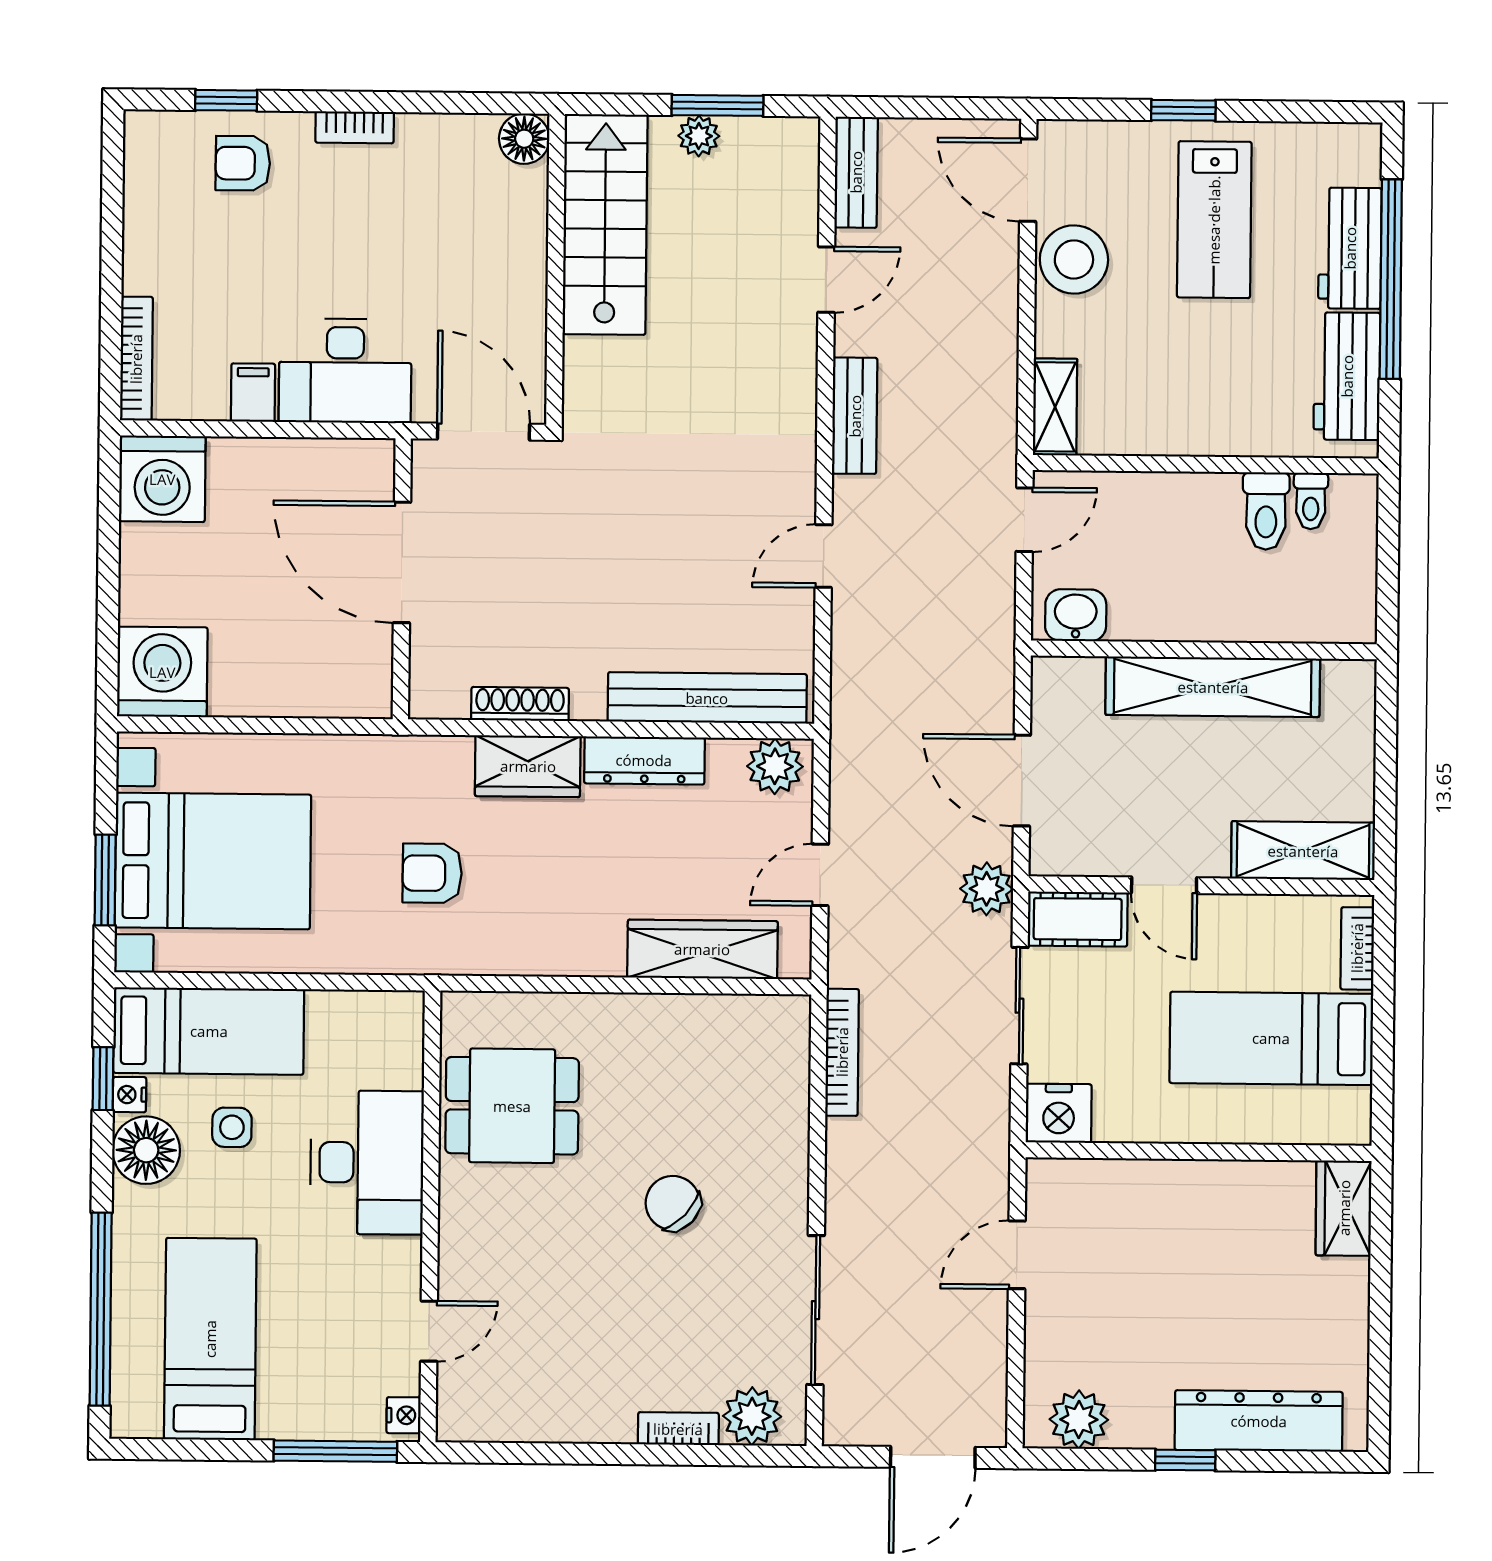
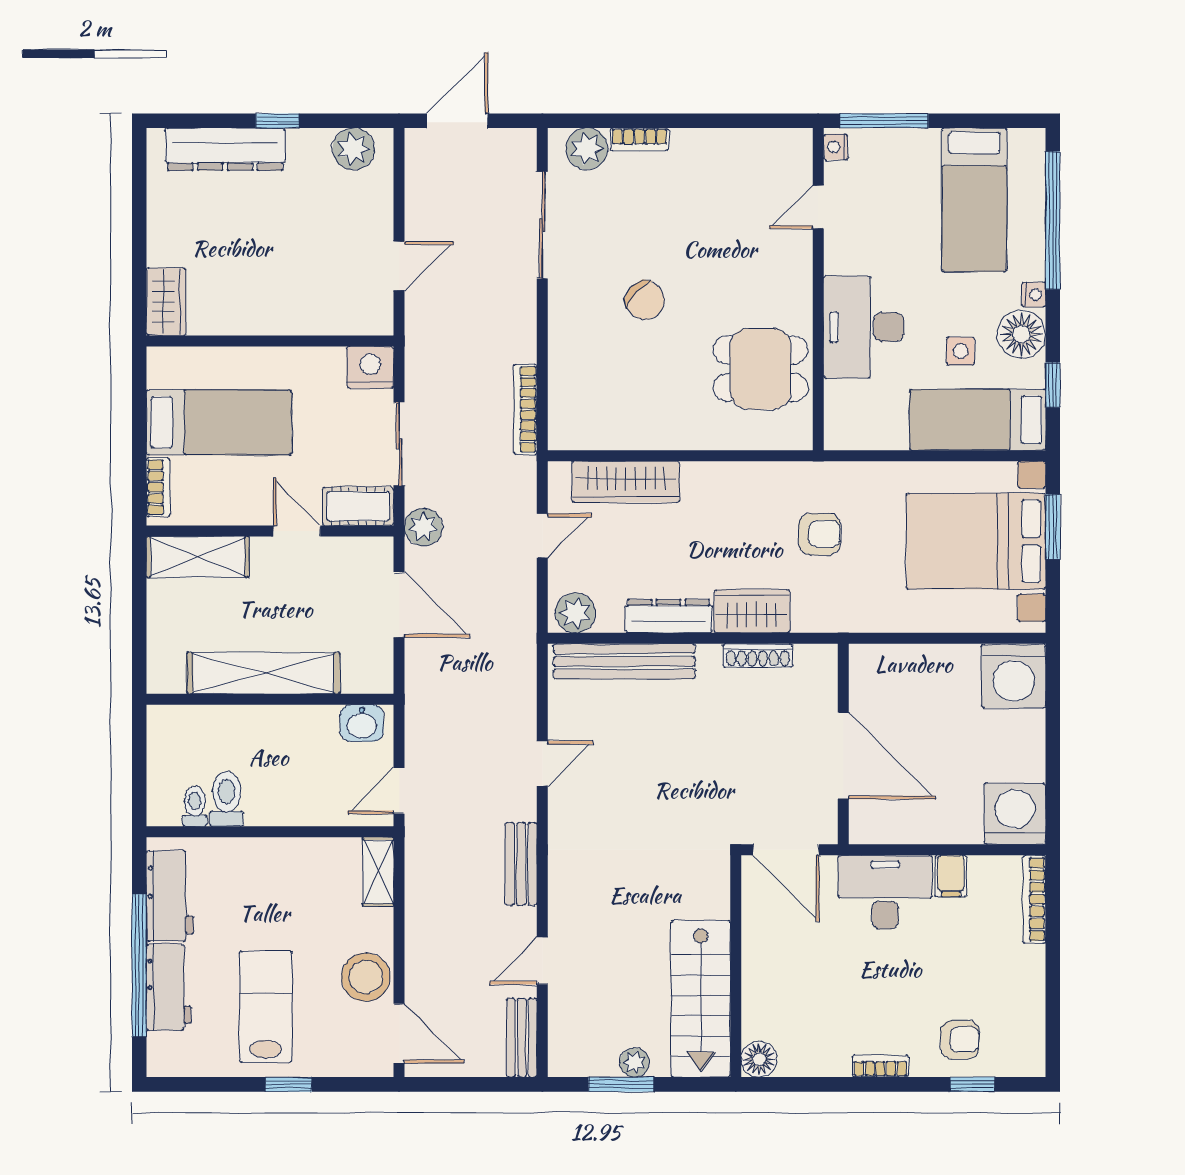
nightstand: (130, 1095) -> (1034, 295), moved

